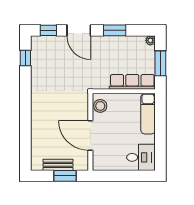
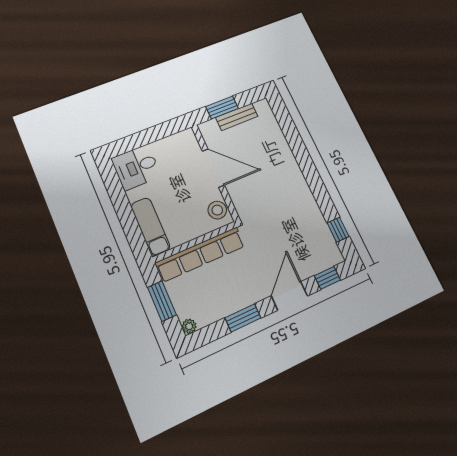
door: (79, 30) -> (289, 296), hinge flipped
row of seats: (132, 82) -> (200, 254), width x1.36

